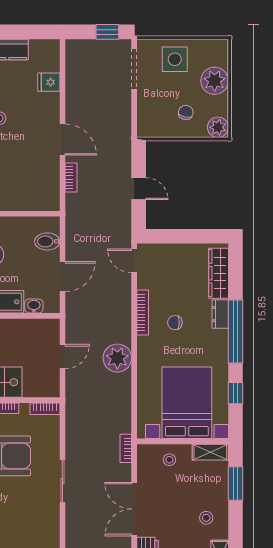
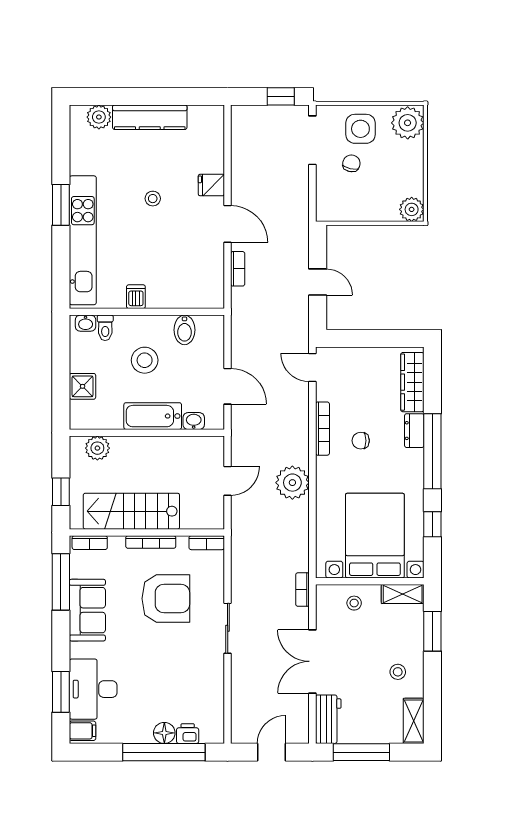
plant: (215, 81) -> (408, 123), moved
fridge: (49, 82) -> (211, 185), moved
chair: (186, 112) -> (351, 163), moved
bidet: (47, 241) -> (184, 330), moved, turned -90
door: (62, 277) -> (228, 386), hinge flipped

